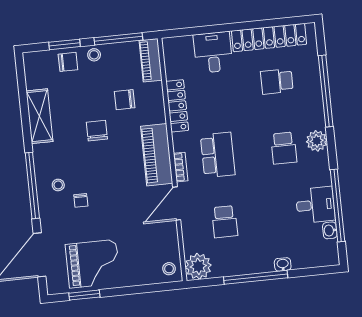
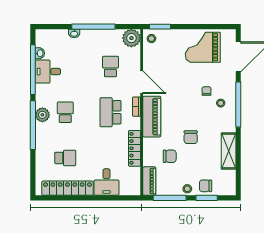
window: (326, 91) -> (33, 125), moved
door: (177, 204) -> (142, 82), hinge flipped
window: (84, 295) -> (160, 27), moved

